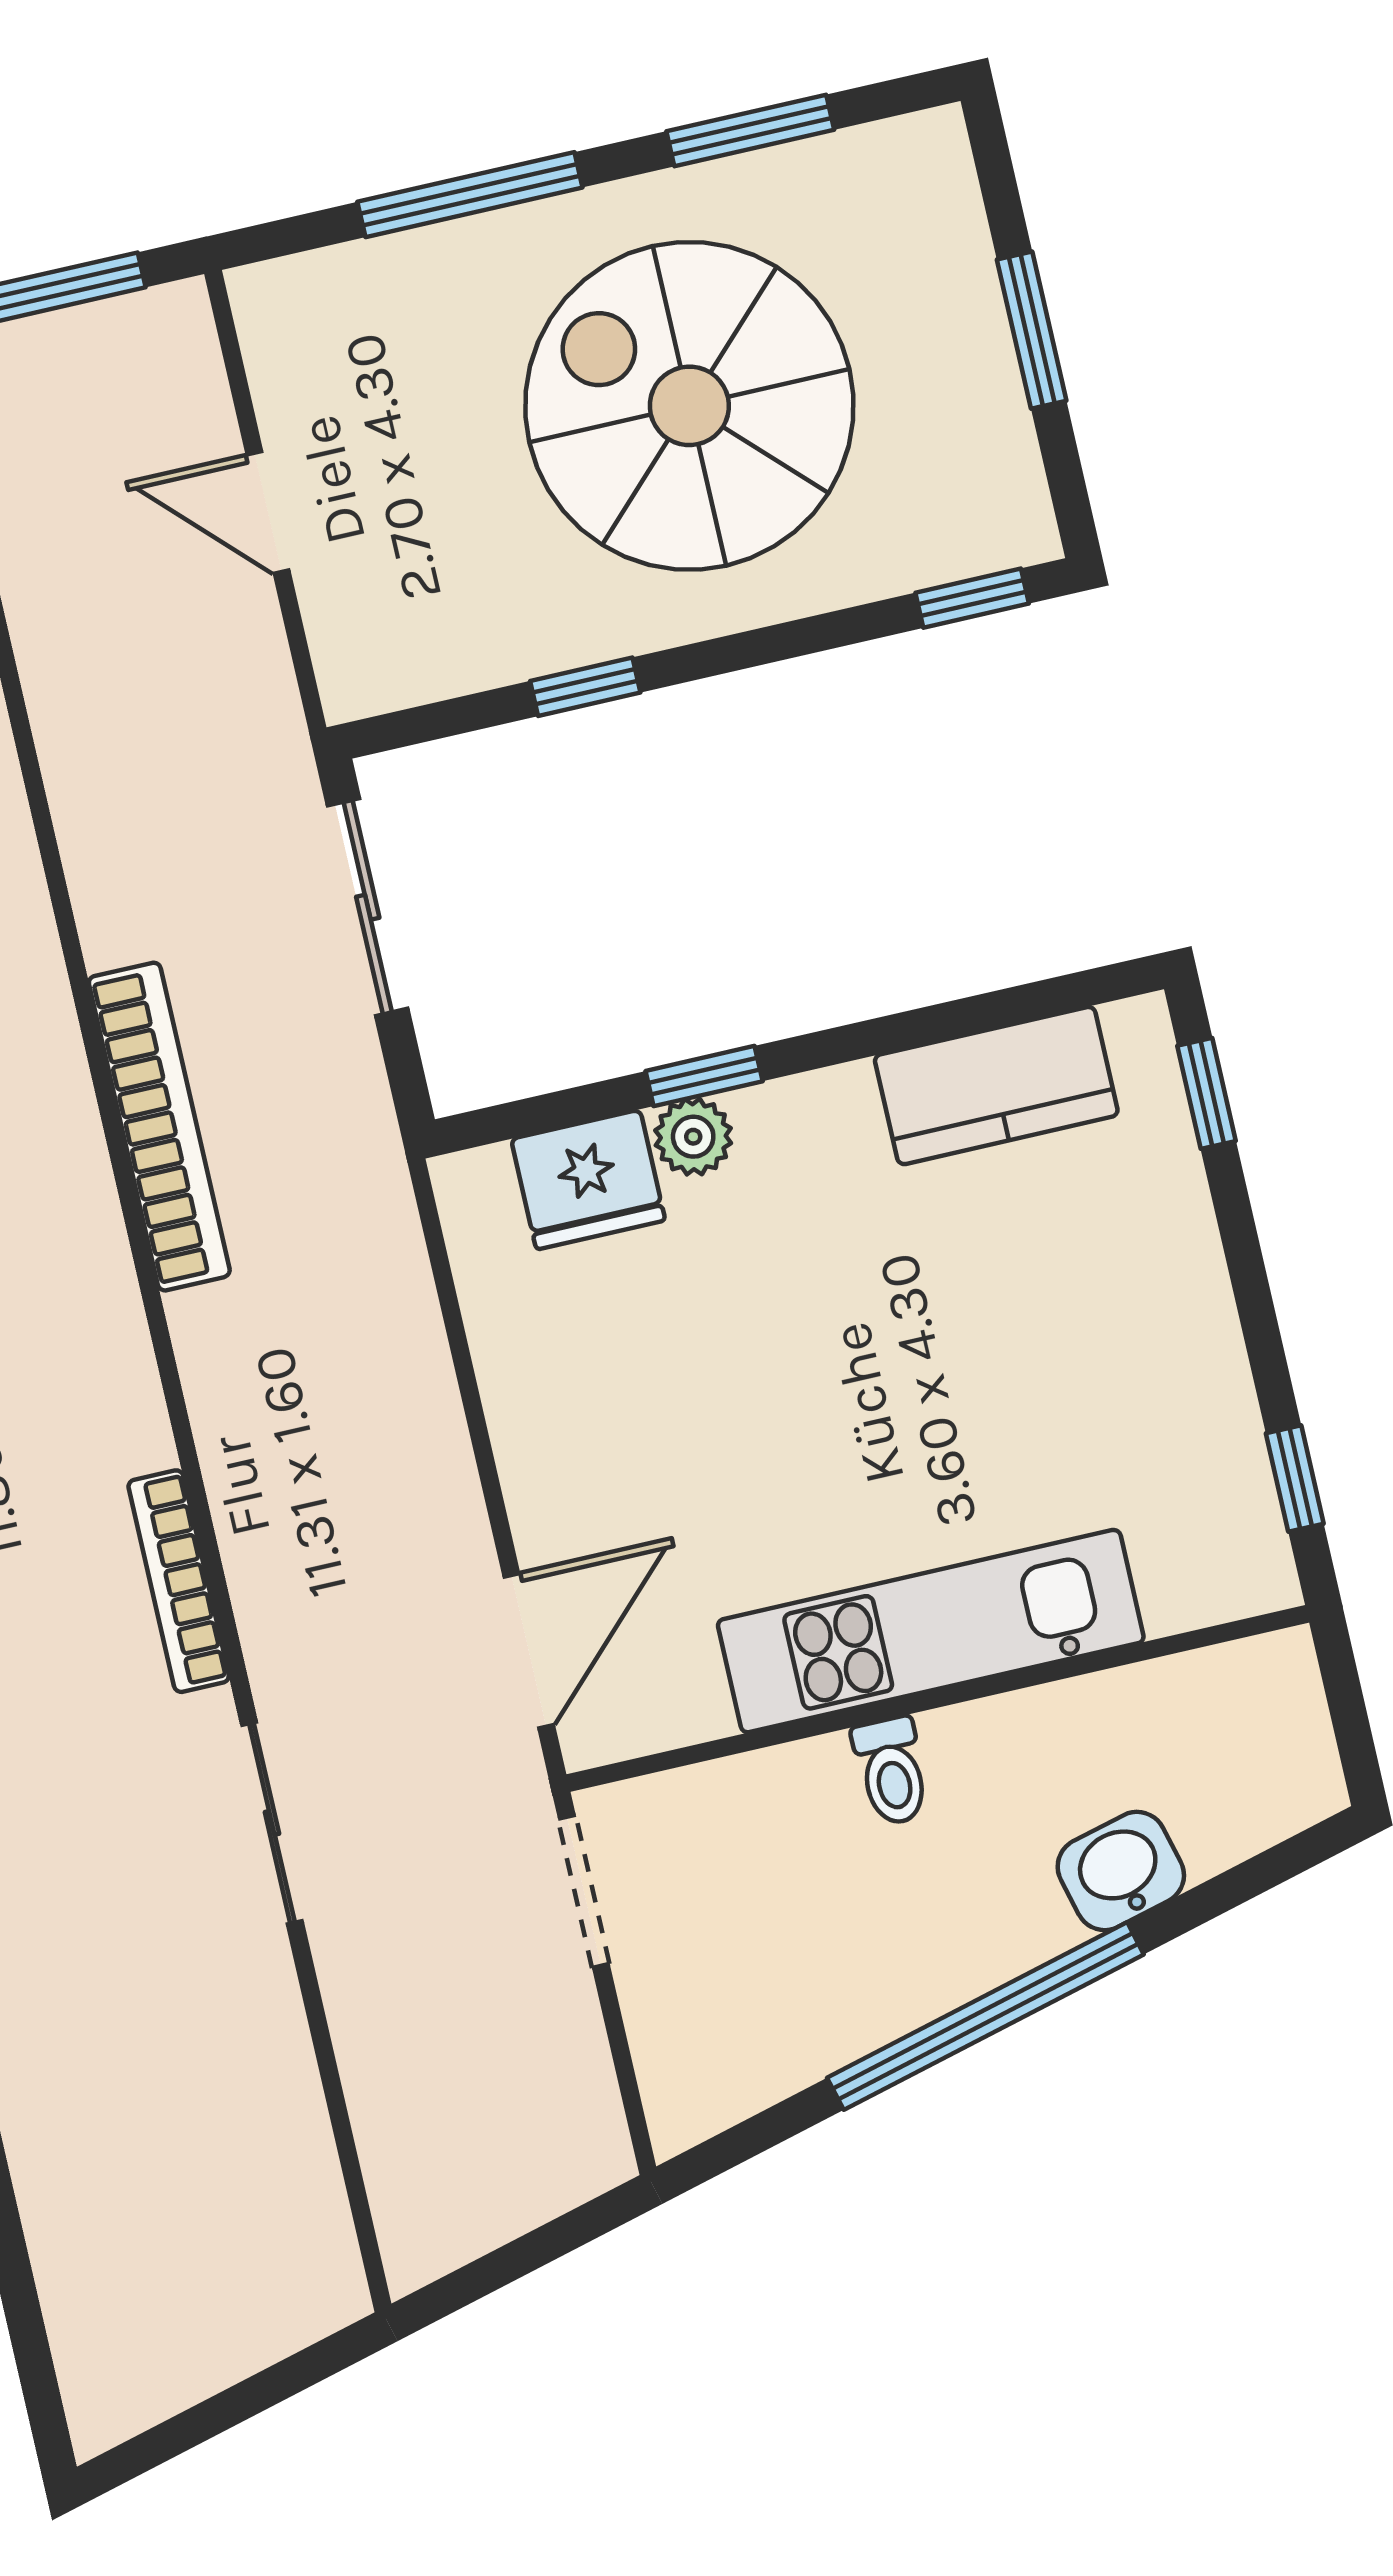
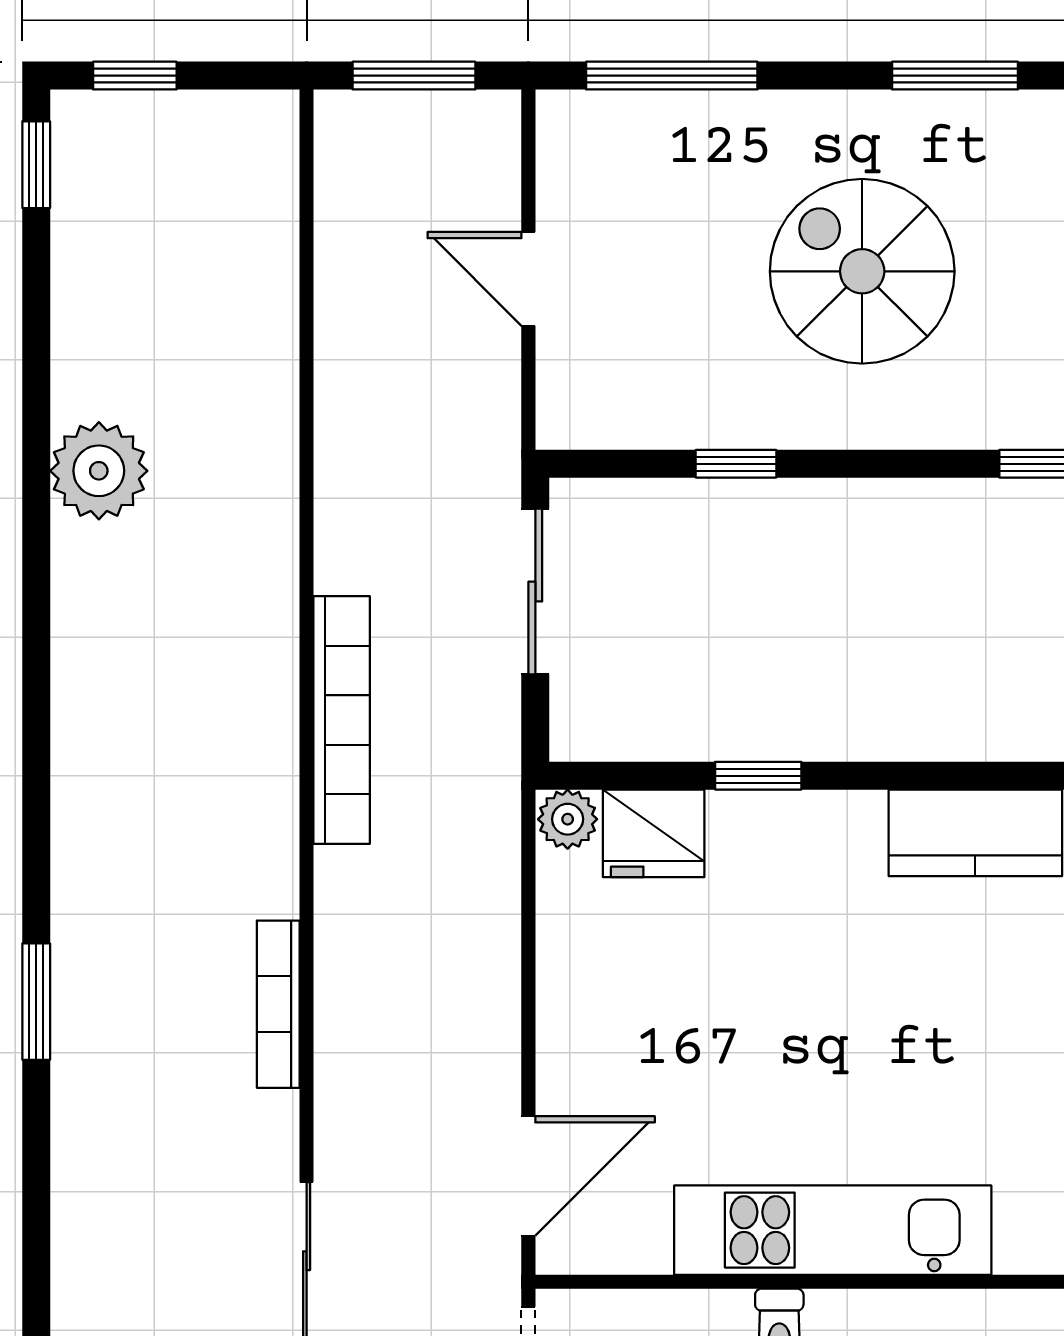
window: (470, 195) -> (672, 76), moved
spiral stairs: (689, 406) -> (862, 271), width x0.73, depth x0.73
plant: (693, 1137) -> (568, 819), moved
bookcase: (179, 1581) -> (278, 1004), moved

